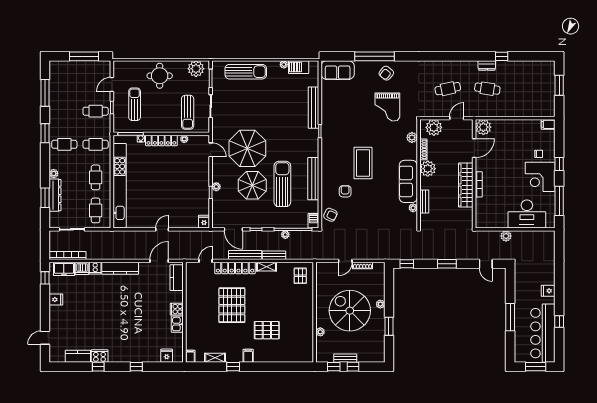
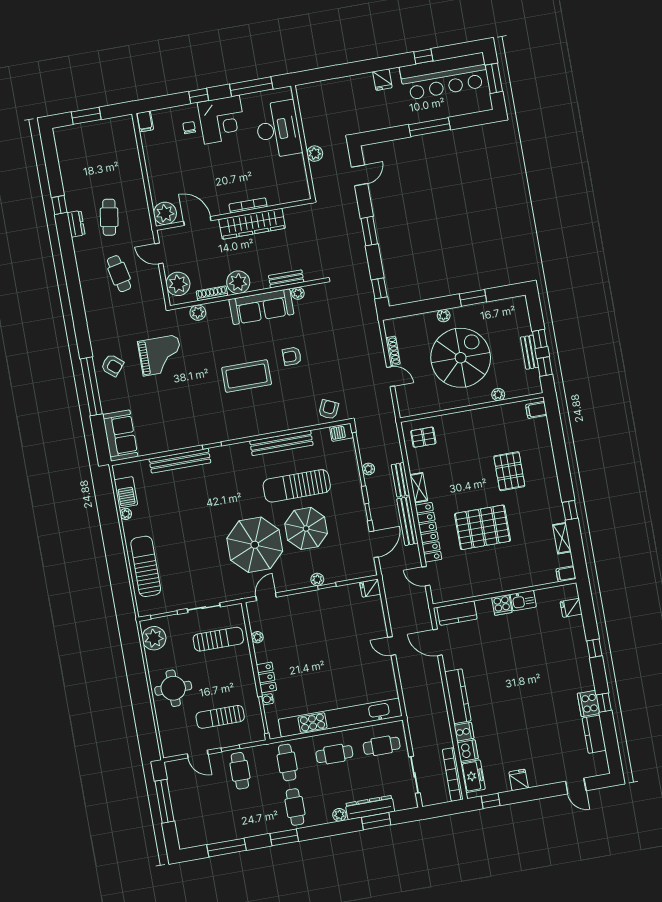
locker: (161, 140) -> (266, 677), width x0.66
armchair: (345, 191) -> (292, 356), moved
spiral stairs: (350, 311) -> (461, 358), turned 180
filing cabinet: (248, 356) -> (536, 410), moved

